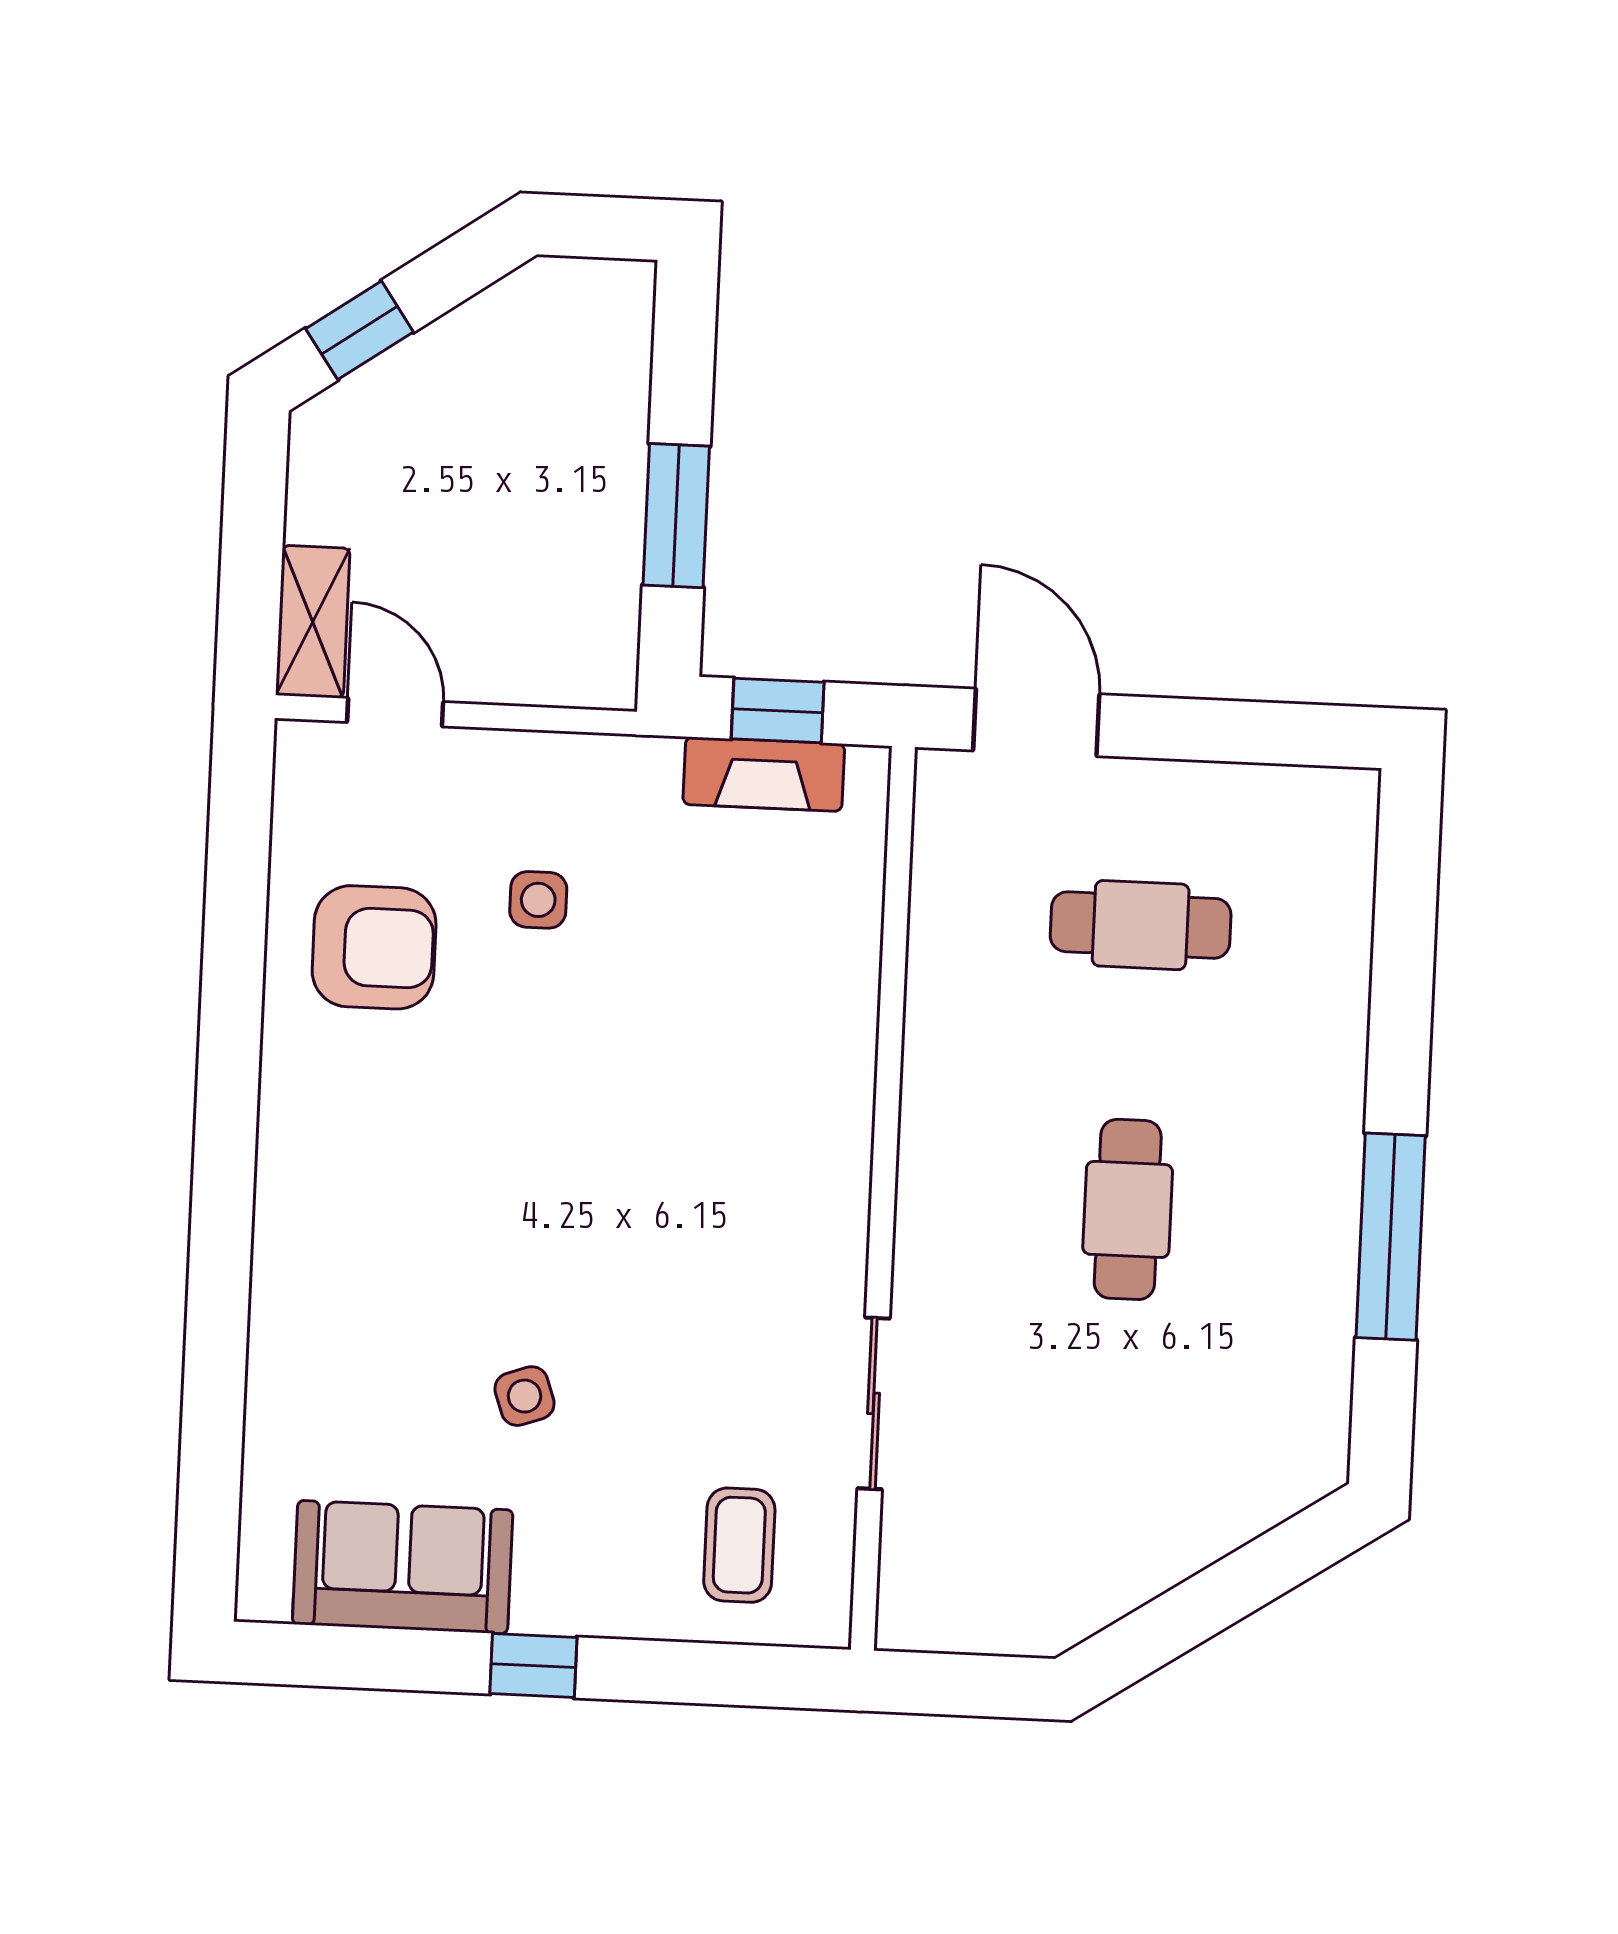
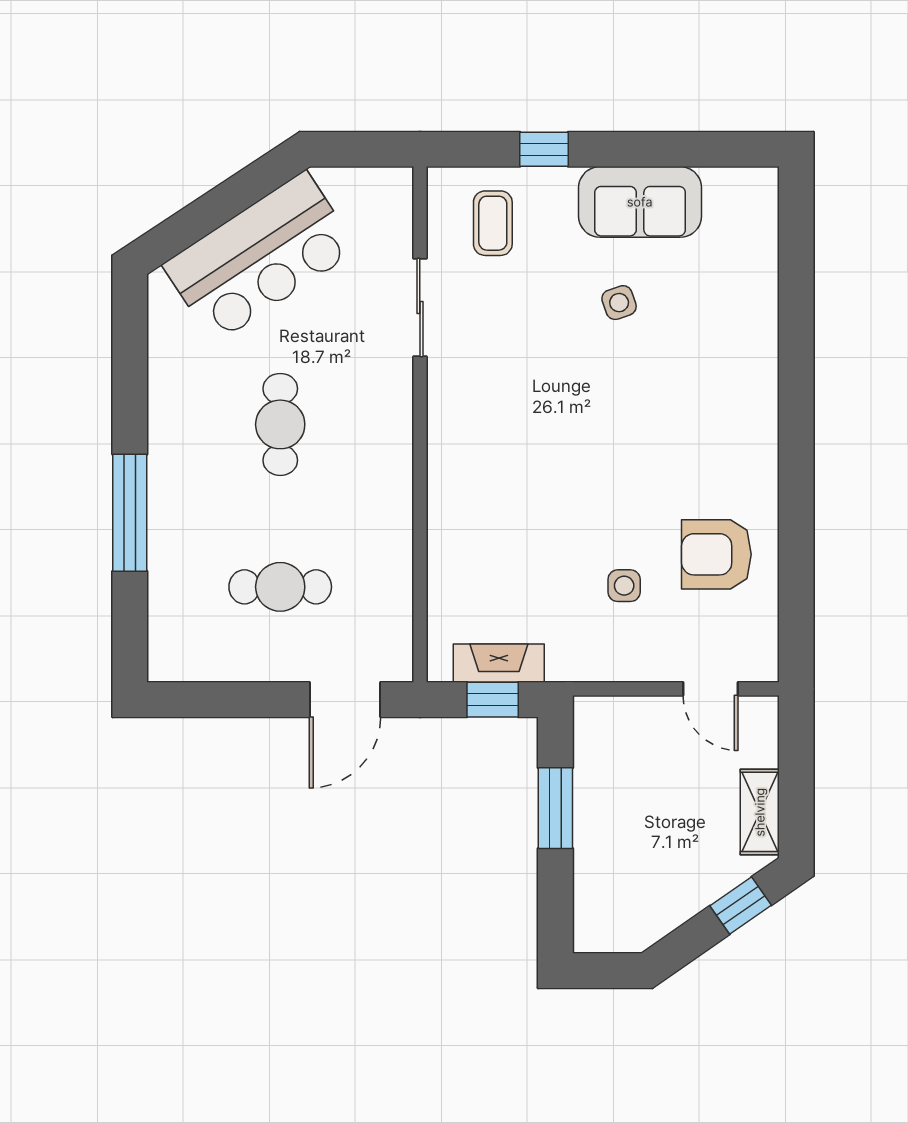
shelving: (313, 622) -> (760, 812), moved
door: (1036, 722) -> (345, 700), hinge flipped
window: (1391, 1237) -> (130, 513), moved
bar counter: (1150, 1504) -> (260, 257), added
sofa: (403, 1567) -> (640, 202), moved
window: (533, 1665) -> (544, 149), moved

